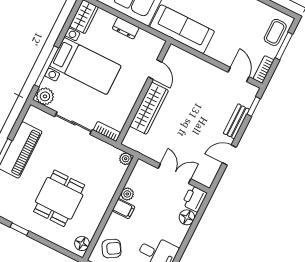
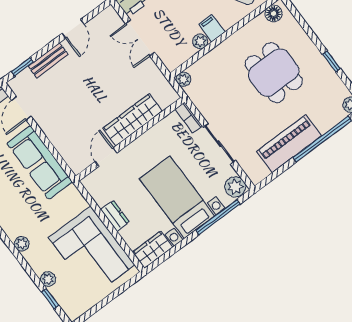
sofa: (182, 29) -> (40, 163), moved
door: (229, 155) -> (73, 29), hinge flipped
dining table: (59, 198) -> (274, 73), turned 90

